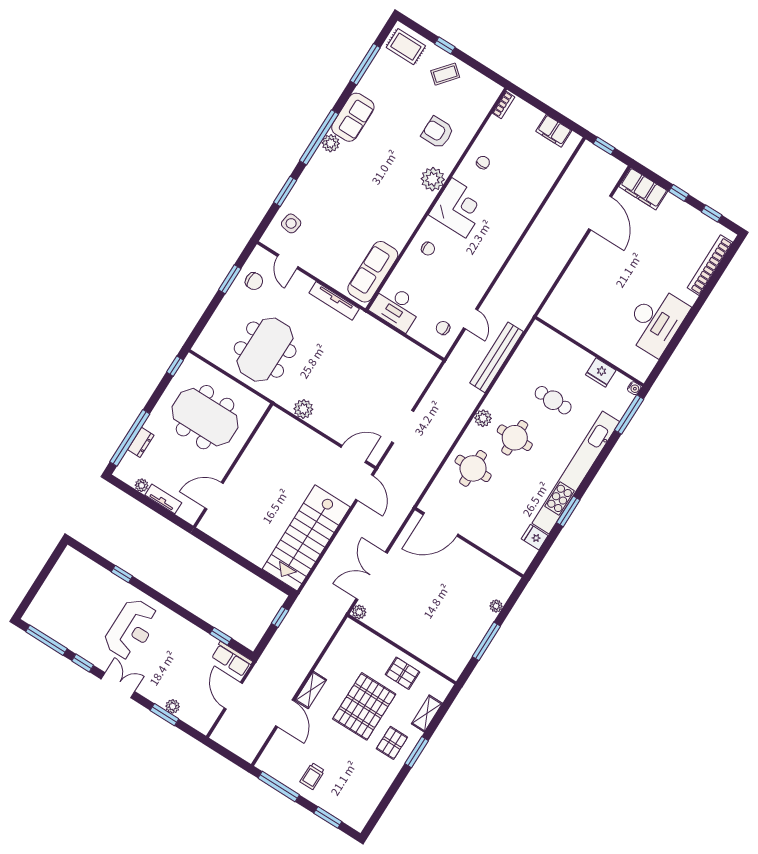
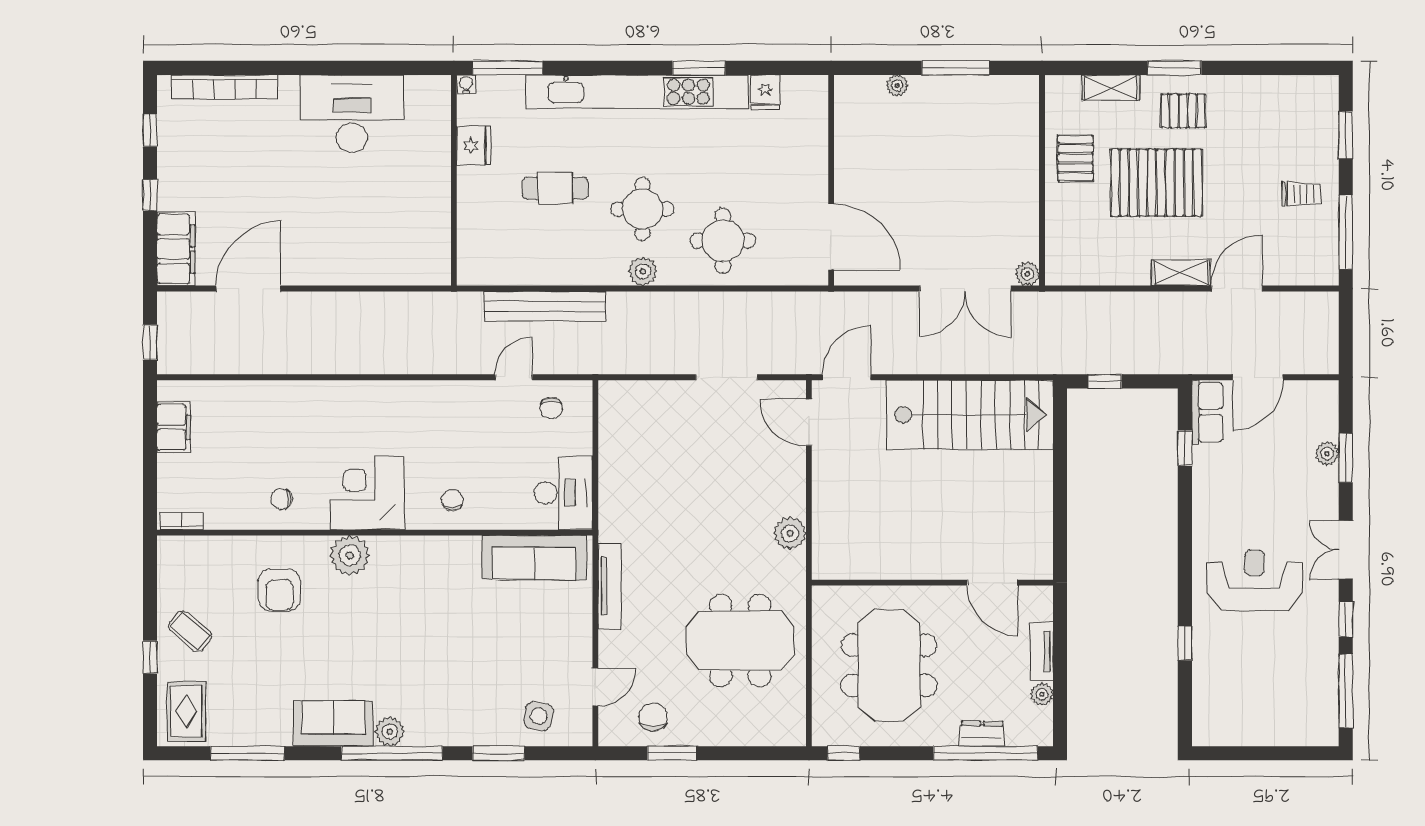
cafe table: (553, 400) -> (555, 188), turned 90

